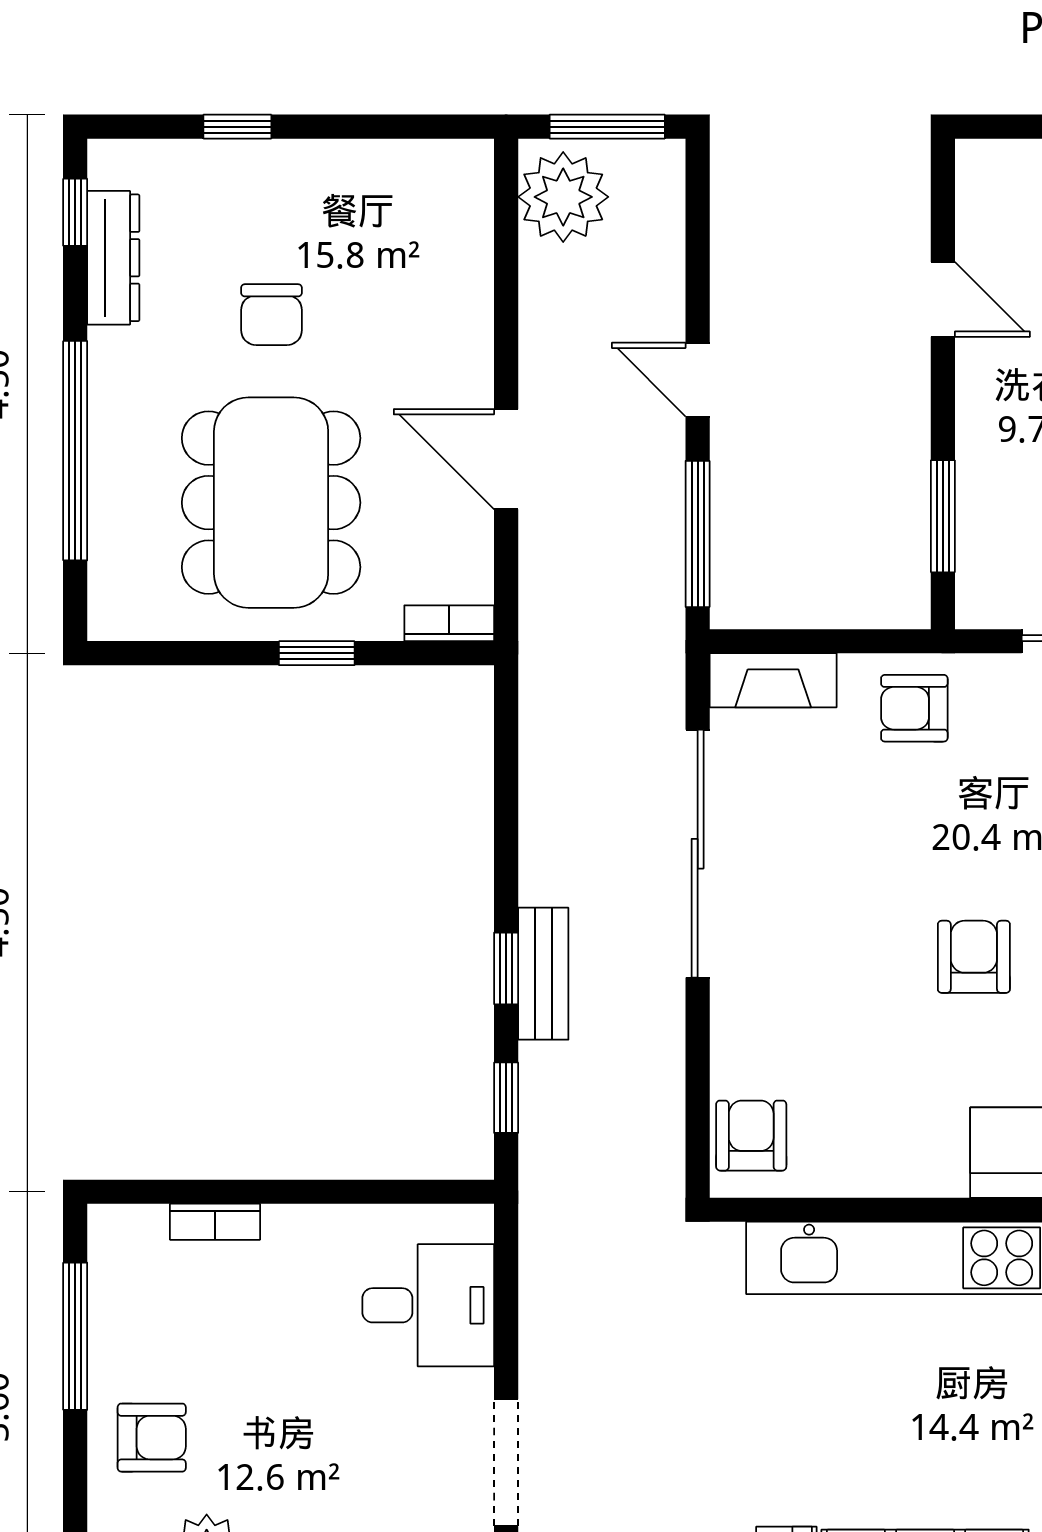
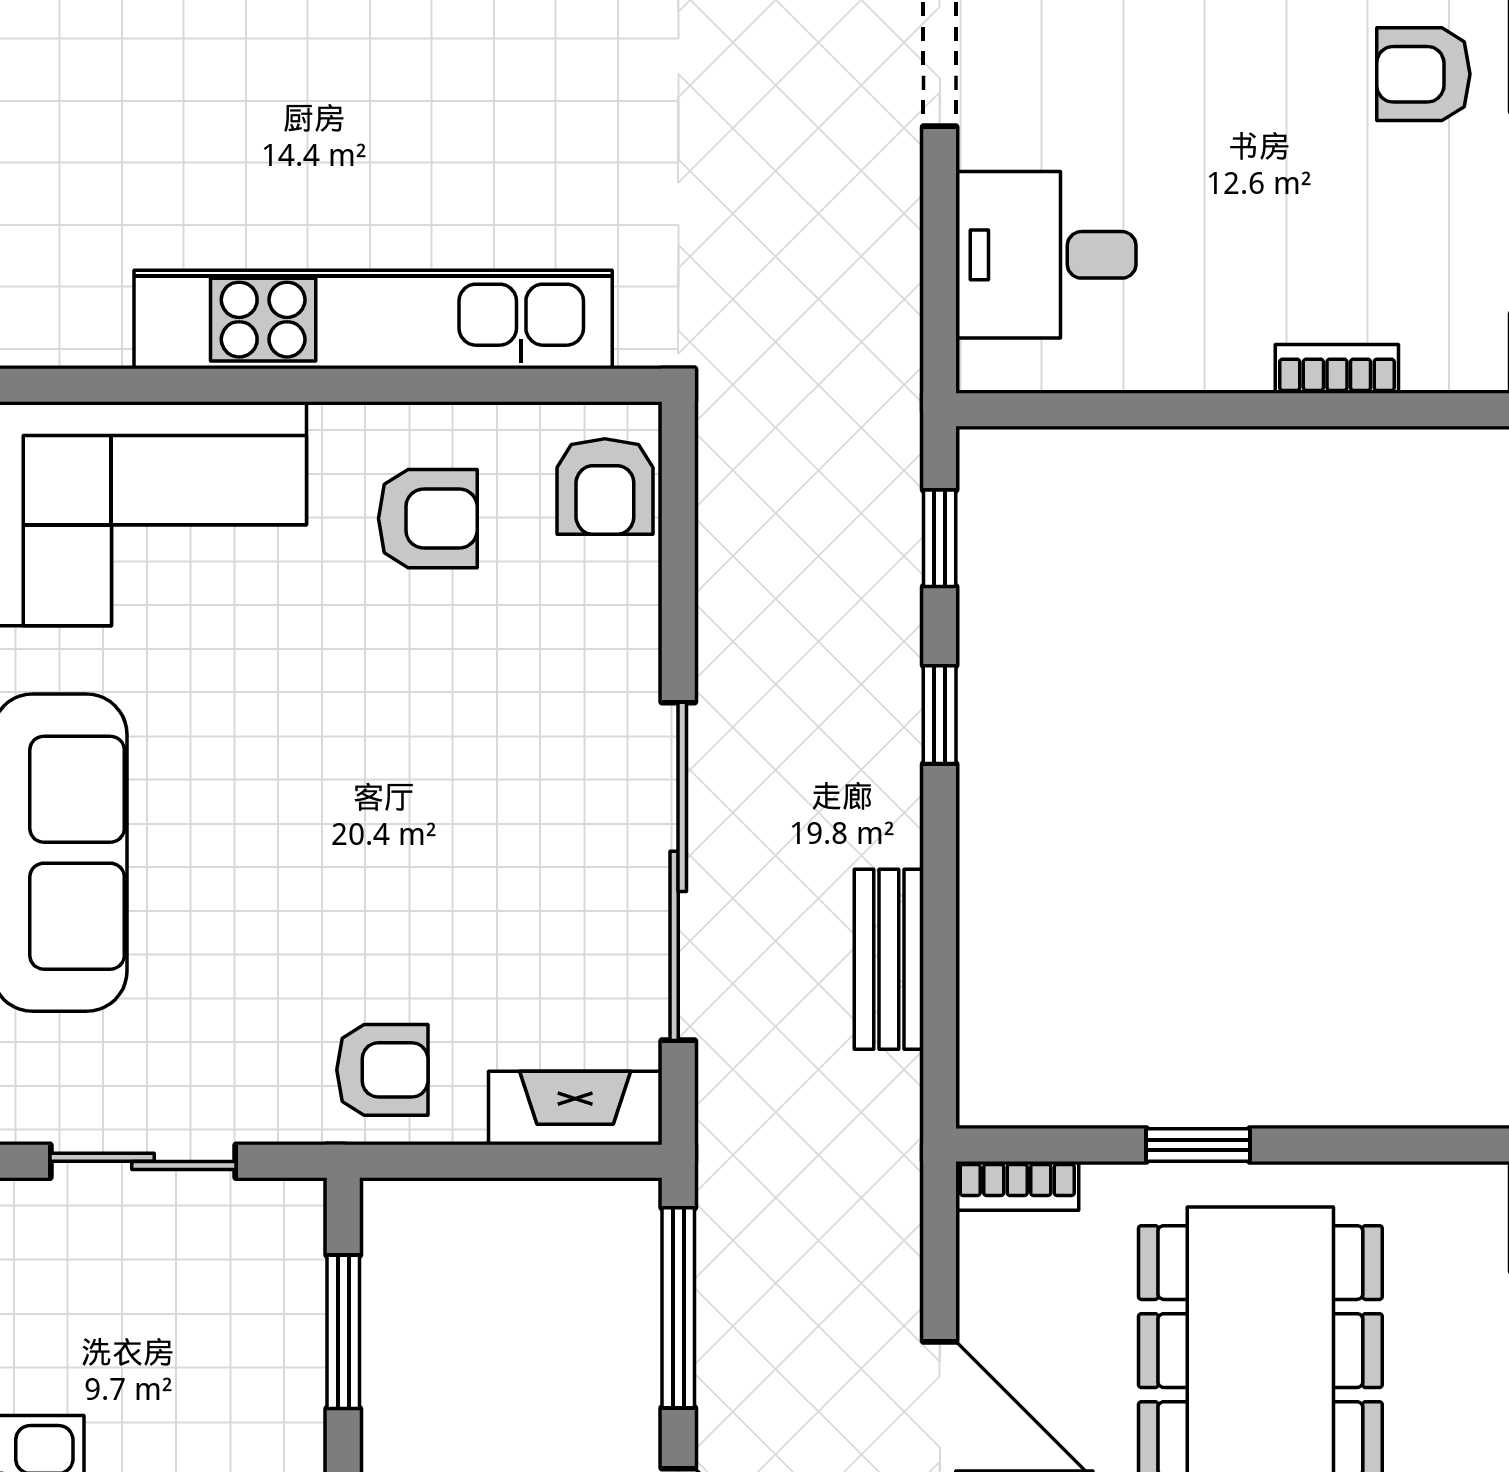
armchair: (974, 957) -> (428, 519), moved, turned -90
bench: (543, 974) -> (889, 959), moved

